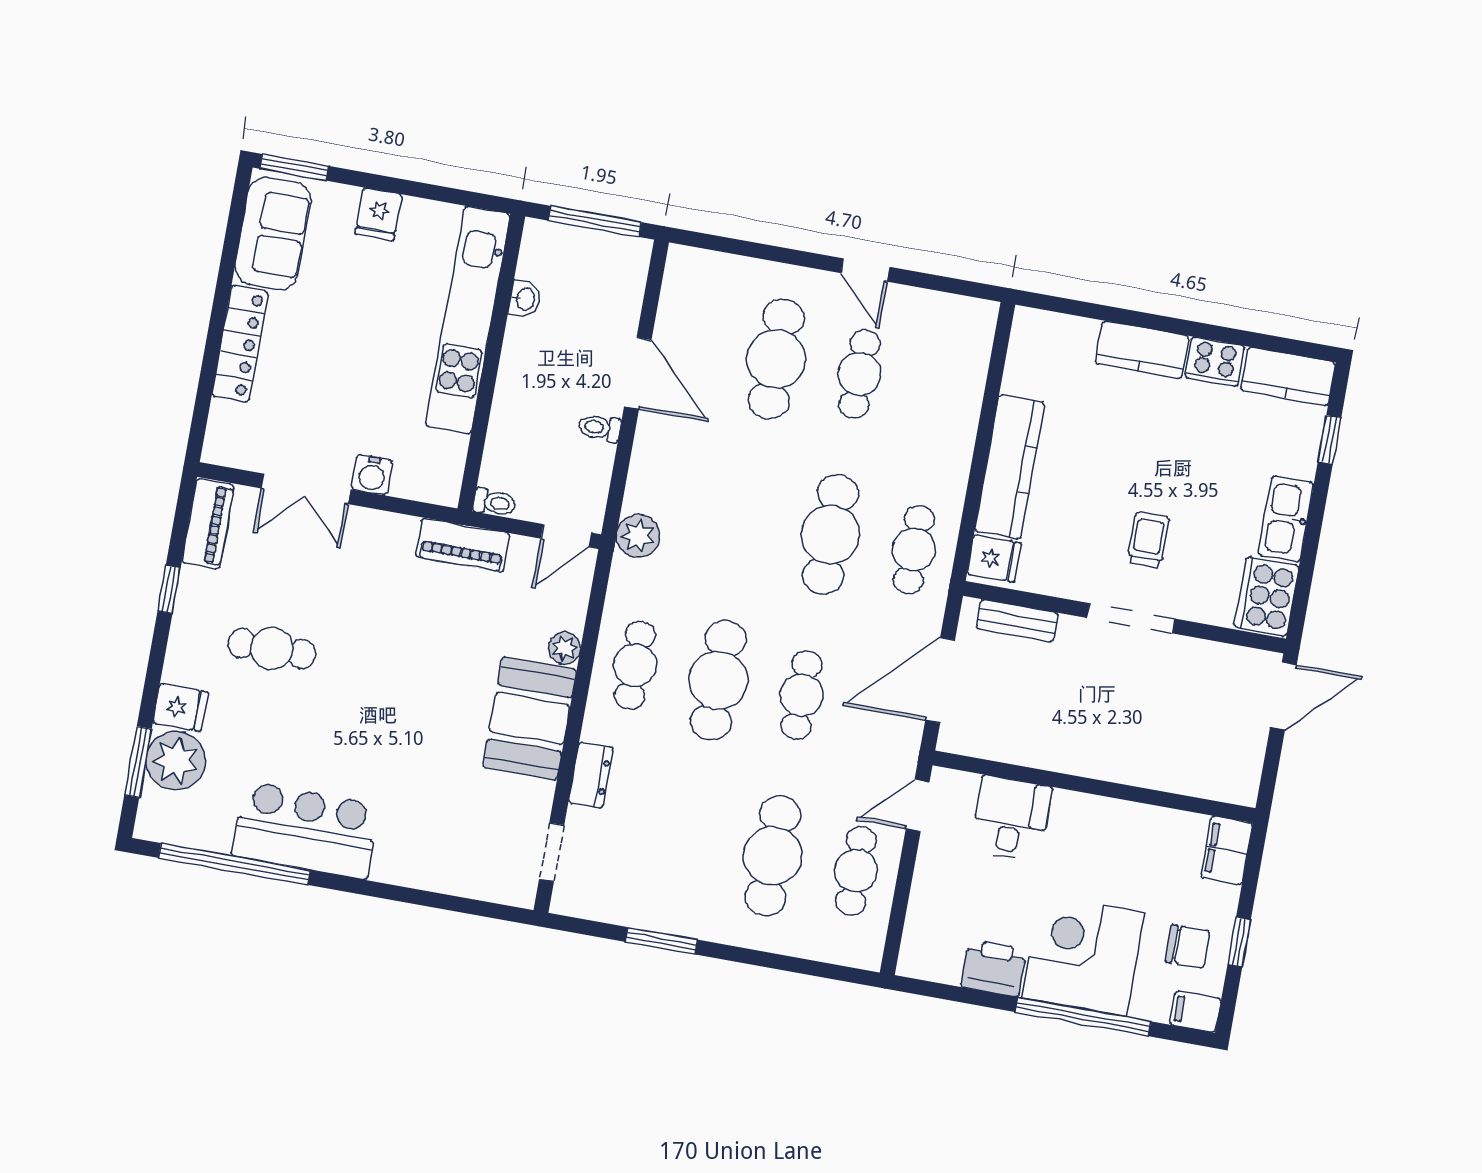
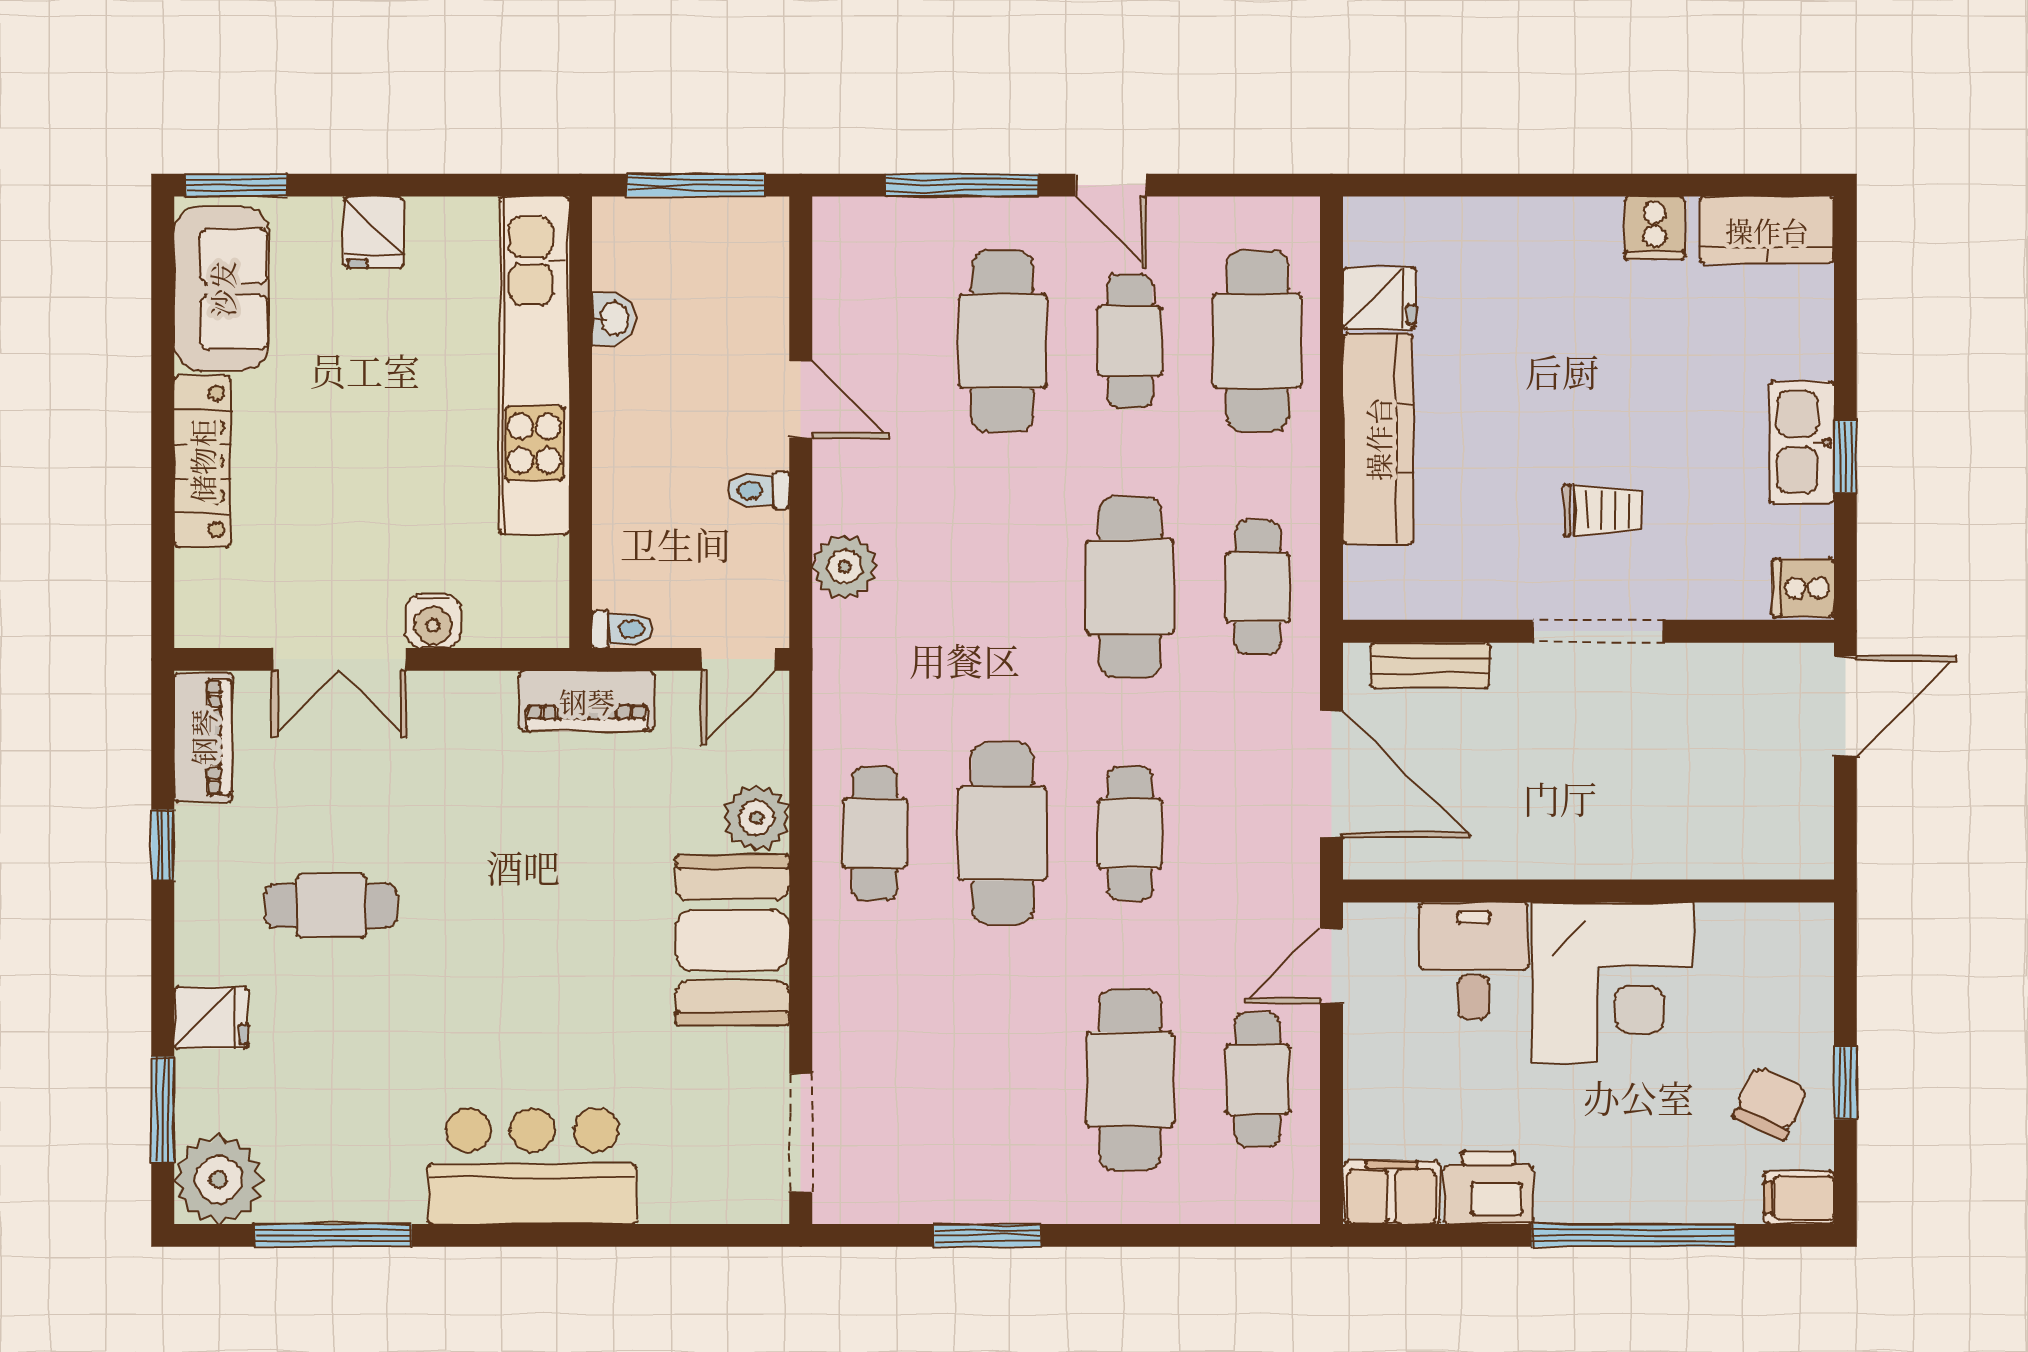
window: (768, 253) -> (962, 185), added
kitchen counter: (1142, 350) -> (1543, 230), removed
cooker: (1215, 362) -> (1654, 228), width x0.73
door: (638, 373) -> (801, 399), width x0.73
cafe table: (943, 389) -> (1258, 341), added
window: (1330, 440) -> (1845, 457), moved
plant: (638, 536) -> (844, 567), moved
trolley: (1148, 540) -> (1603, 510), turned 90
fridge: (994, 559) -> (1379, 298), moved
cooker: (1267, 596) -> (1803, 588), width x0.53, depth x0.76
plant: (565, 648) -> (756, 818), width x1.38, depth x1.38
door: (940, 680) -> (1332, 774), swing flipped
plant: (176, 761) -> (218, 1180), moved
dresser: (591, 775) -> (838, 1008), removed
bar counter: (305, 830) -> (532, 1166), moved
filing cabinet: (1227, 850) -> (1392, 1192), moved, turned 90
doorway: (552, 852) -> (801, 1133), width x1.38
window: (234, 864) -> (333, 1235), width x0.68
chair: (1188, 946) -> (1770, 1103), turned -66
corner desk: (1083, 955) -> (1612, 982), moved, turned 180

